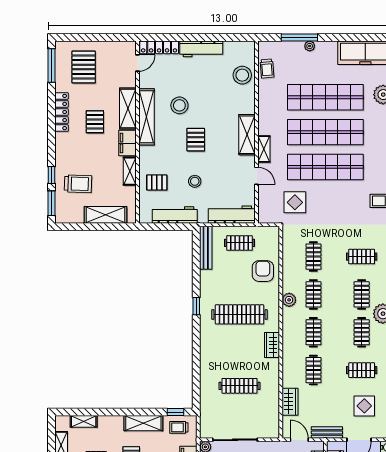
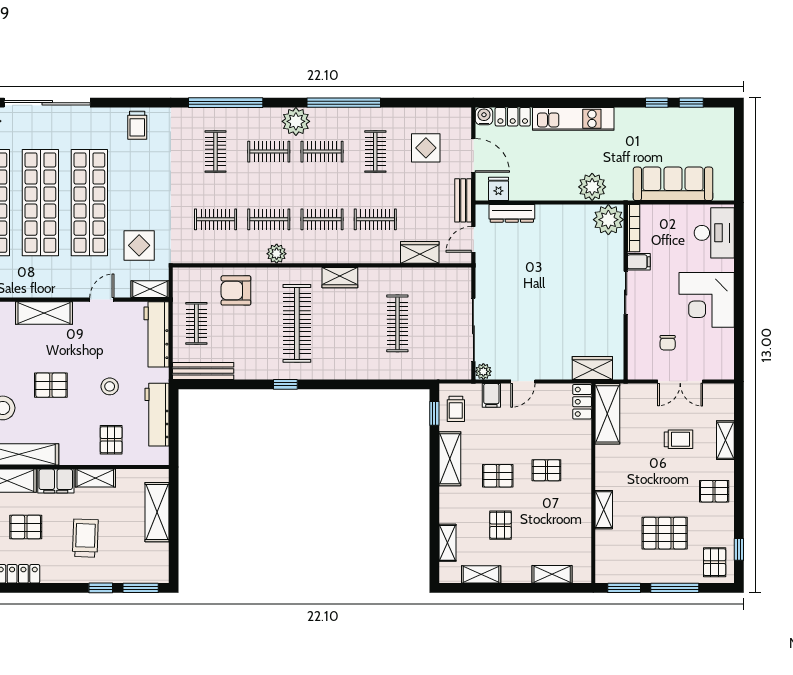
shelving: (264, 149) -> (150, 289), moved
trolley: (78, 184) -> (85, 538), moved

